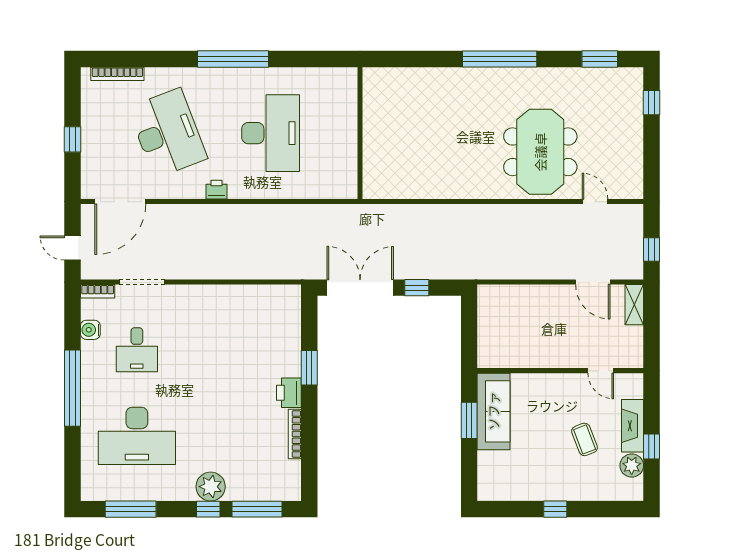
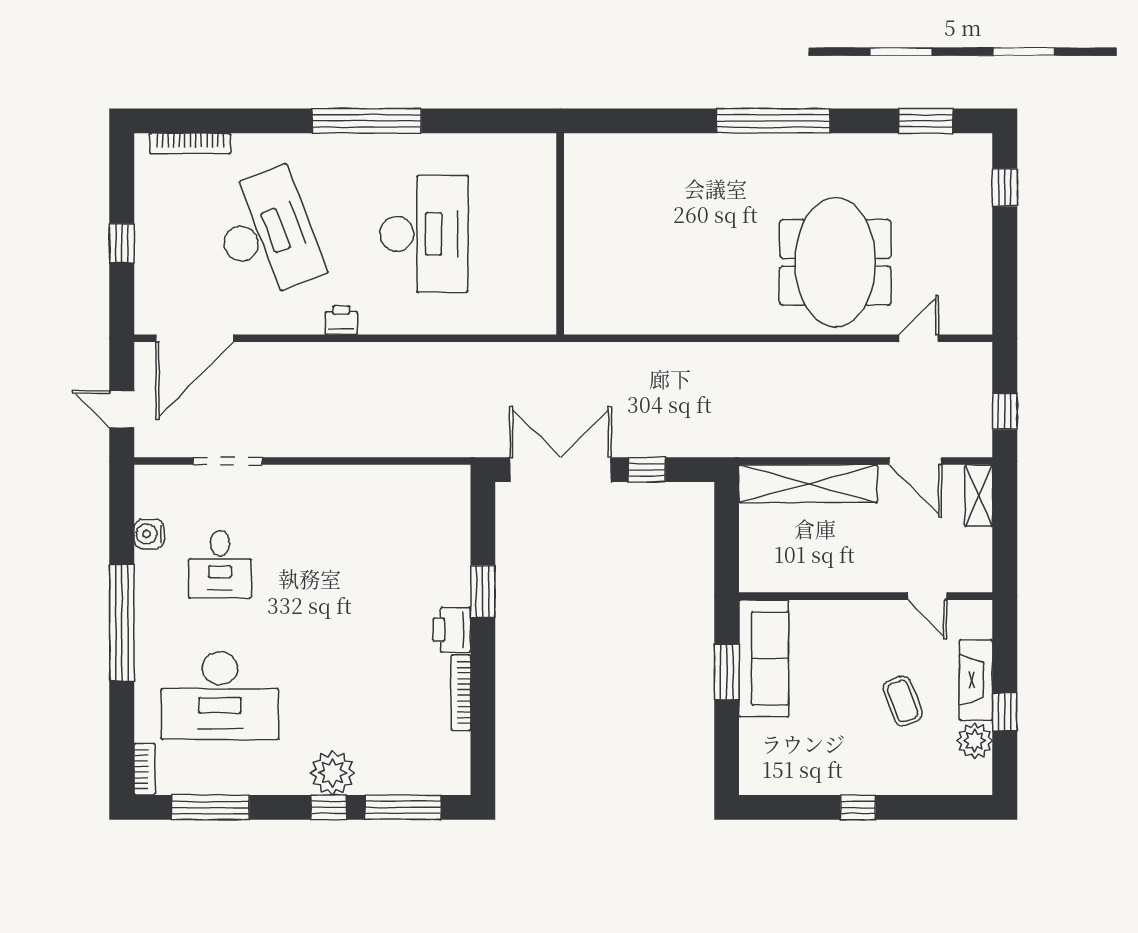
door: (595, 202) -> (919, 338), hinge flipped
bookcase: (98, 291) -> (144, 769), moved, turned -90
shelving: (523, 297) -> (808, 484), added

